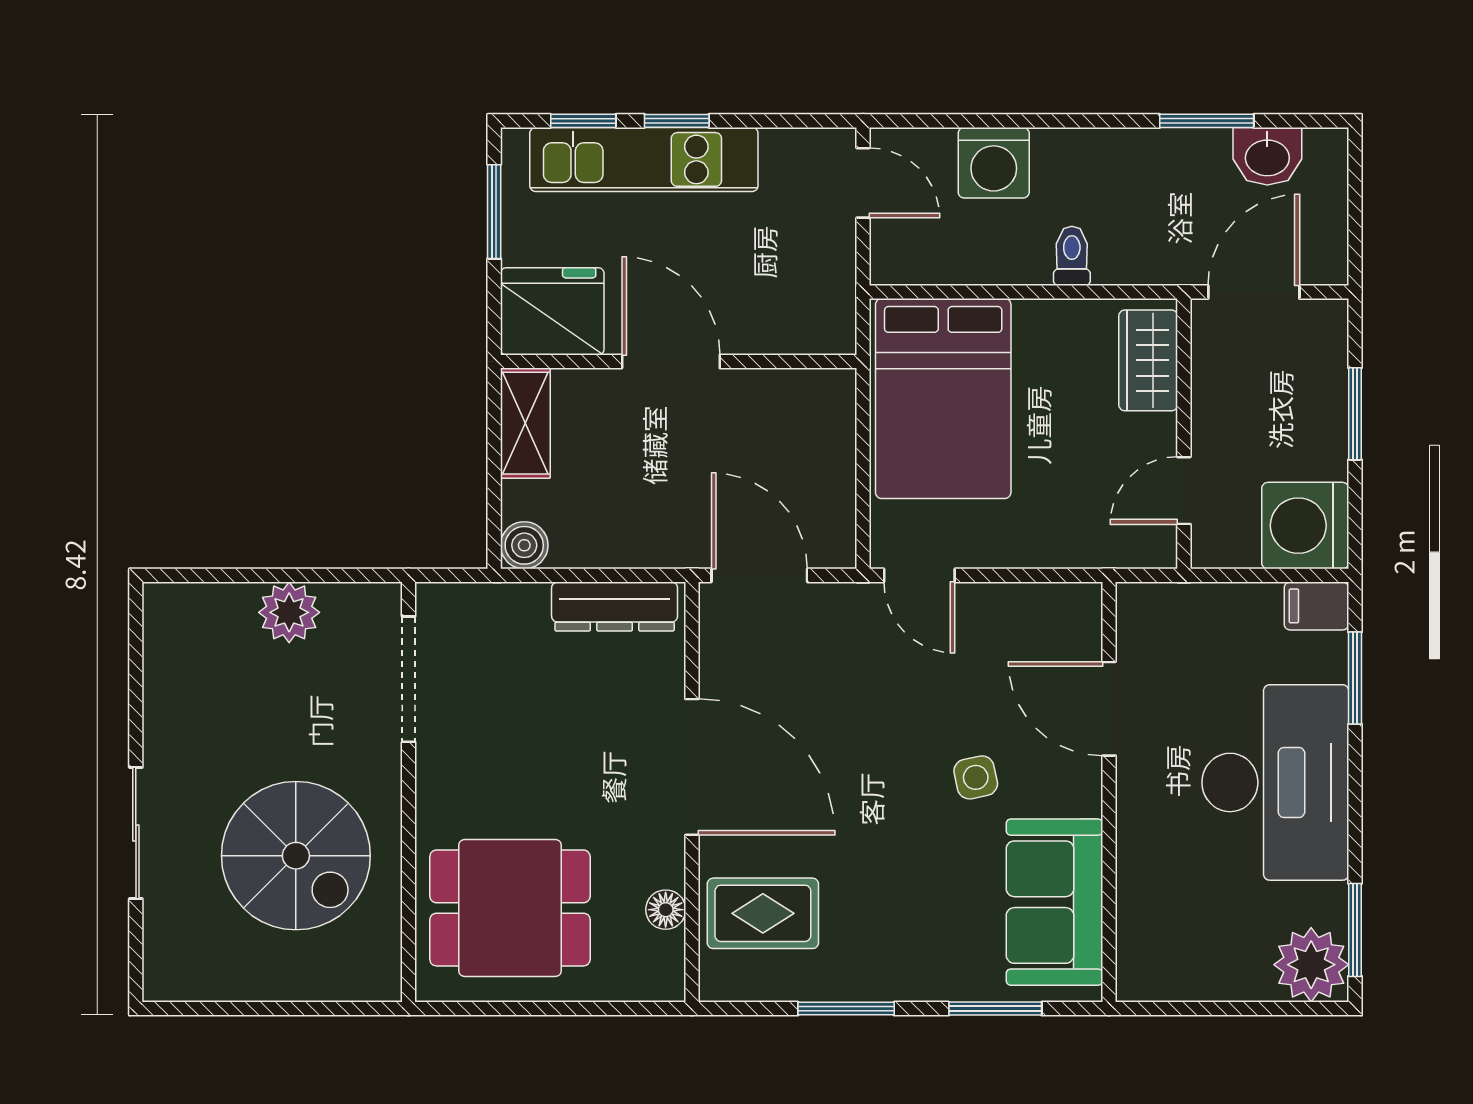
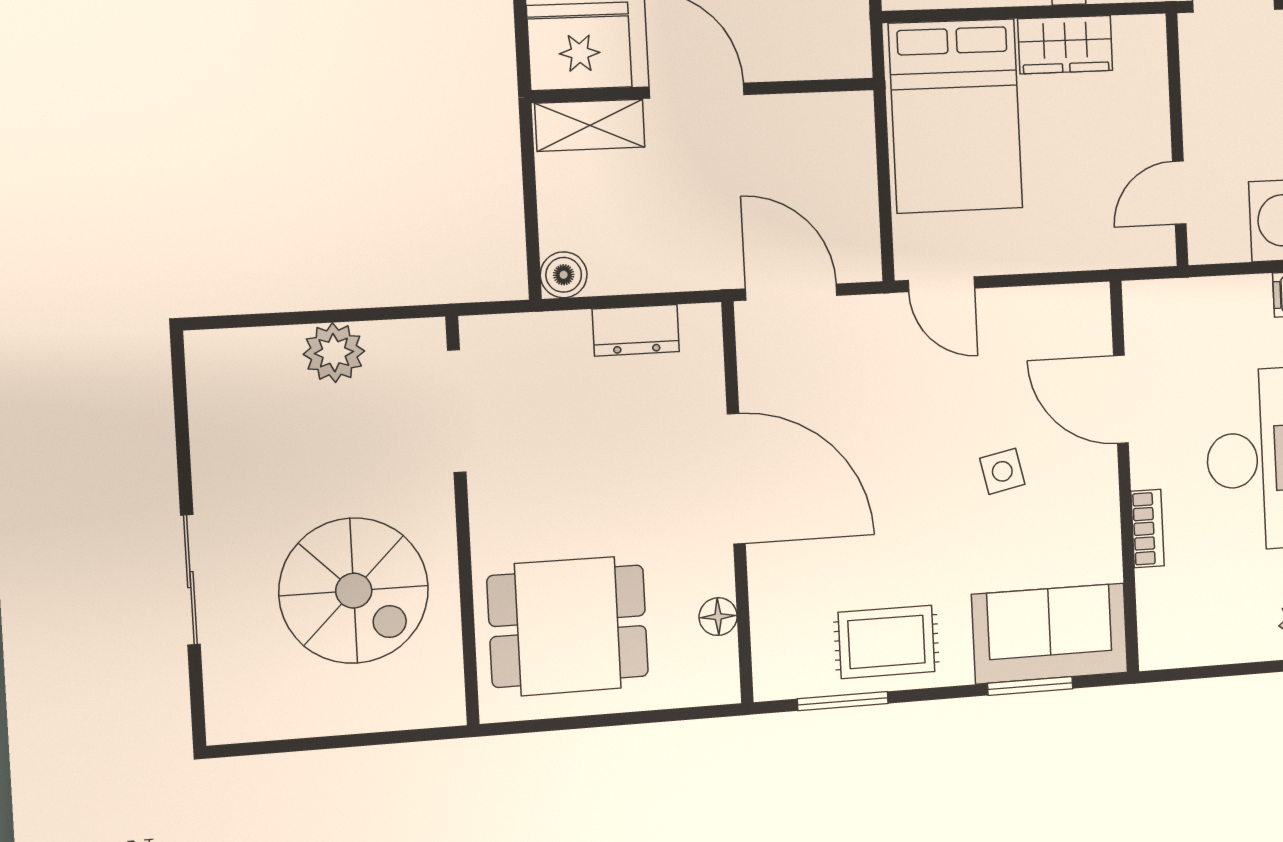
wardrobe: (1148, 360) -> (1065, 45), moved, turned -90
shelving: (525, 423) -> (590, 125), moved, turned 90
dresser: (615, 606) -> (636, 330), width x0.70
bookcase: (1132, 849) -> (1148, 529), added
sofa: (1054, 902) -> (1050, 633), moved, turned 90
rug: (763, 913) -> (887, 642), moved
window: (846, 1009) -> (843, 701), moved

